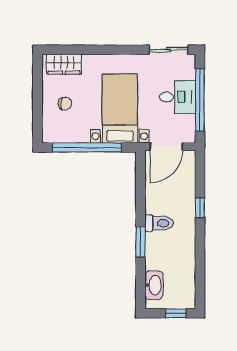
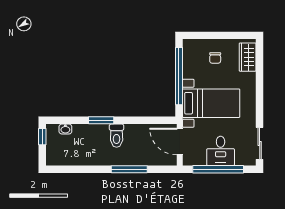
window: (200, 208) -> (129, 169), width x2.17
washbasin: (154, 285) -> (65, 129), width x0.52, depth x0.69
window: (176, 313) -> (42, 137), moved

